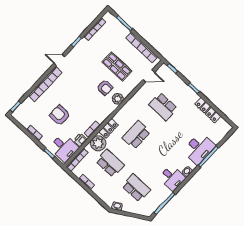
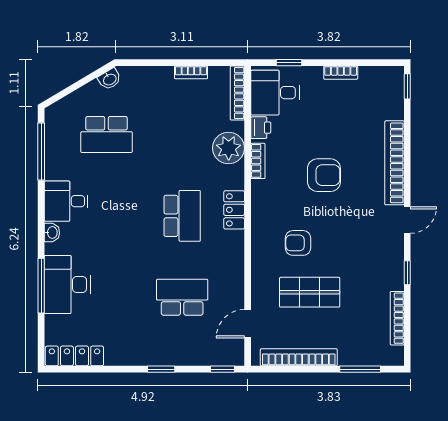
plant: (118, 99) -> (262, 244), removed
locker: (208, 110) -> (74, 356), moved
armchair: (60, 115) -> (324, 175), moved
locker: (109, 128) -> (234, 210), moved
school desk: (110, 163) -> (182, 134), removed

